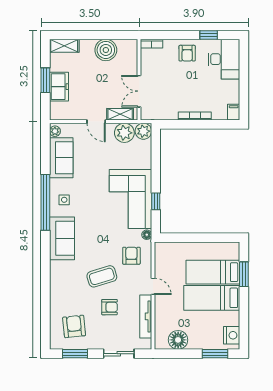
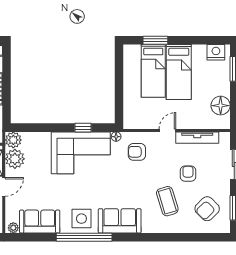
side table: (64, 200) -> (81, 219), width x1.87, depth x1.87
coffee table: (102, 276) -> (167, 201), moved
armchair: (74, 326) -> (207, 209), turned -39

